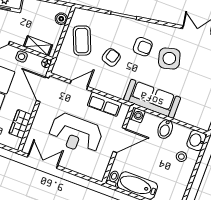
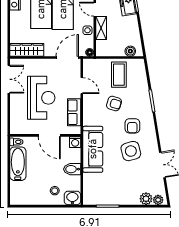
coffee table: (82, 41) -> (119, 75), turned -68
shelving: (38, 46) -> (101, 28), moved
wardrobe: (20, 124) -> (27, 50), width x1.50
reception desk: (76, 134) -> (41, 98), turned 180

